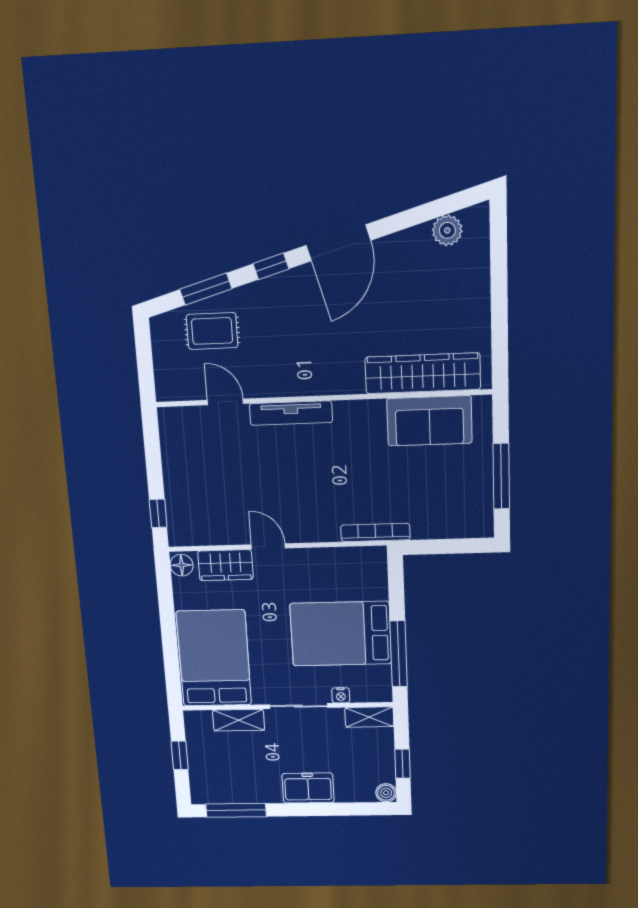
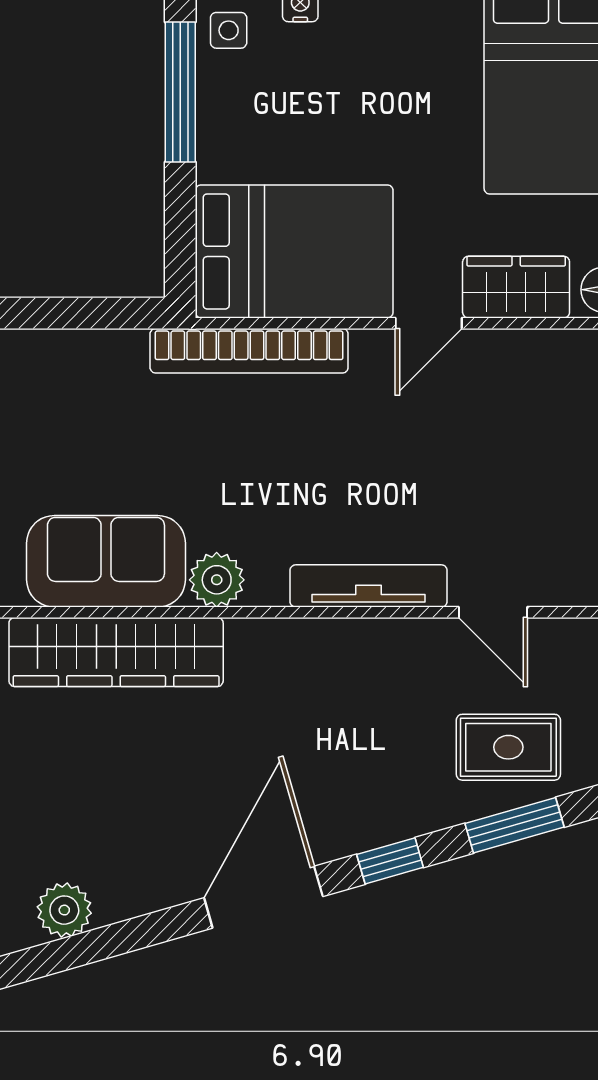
plant: (371, 413) -> (217, 580), added
bookcase: (375, 532) -> (249, 351), width x1.48, depth x1.31
door: (268, 546) -> (429, 323), hinge flipped
bed: (341, 634) -> (294, 251), moved
side table: (376, 683) -> (229, 30), added

